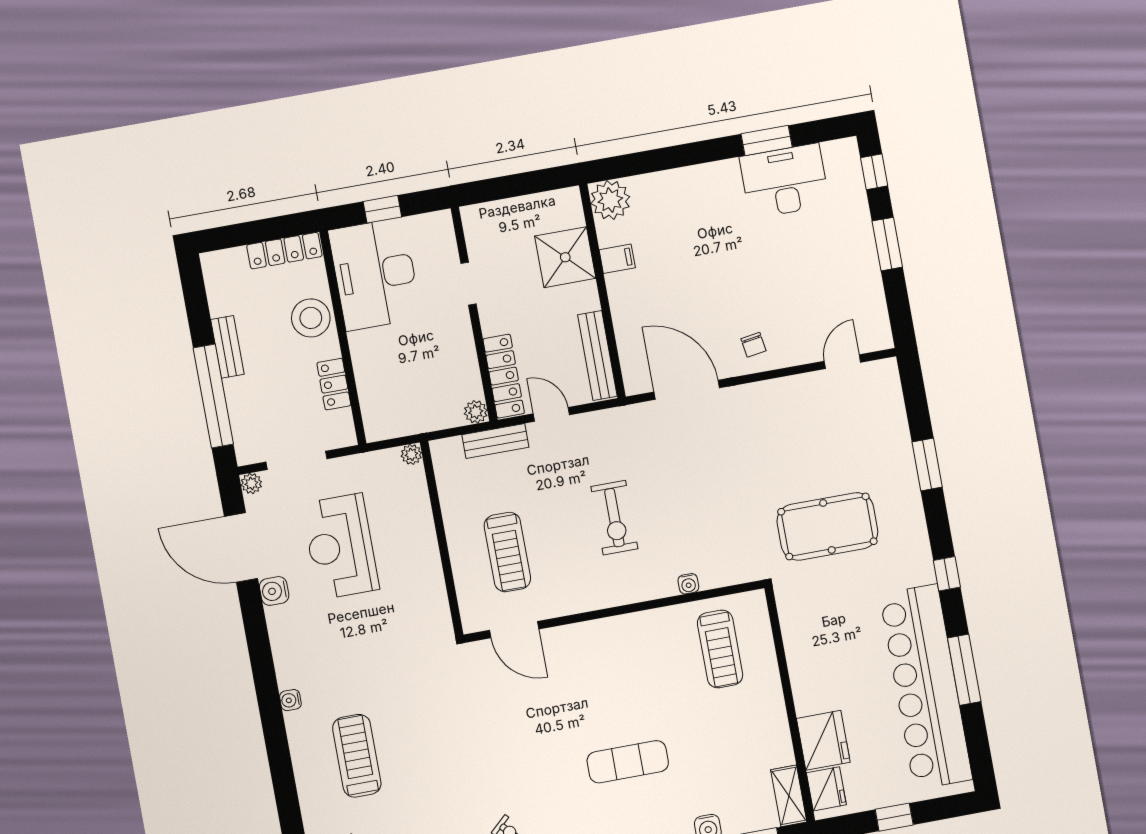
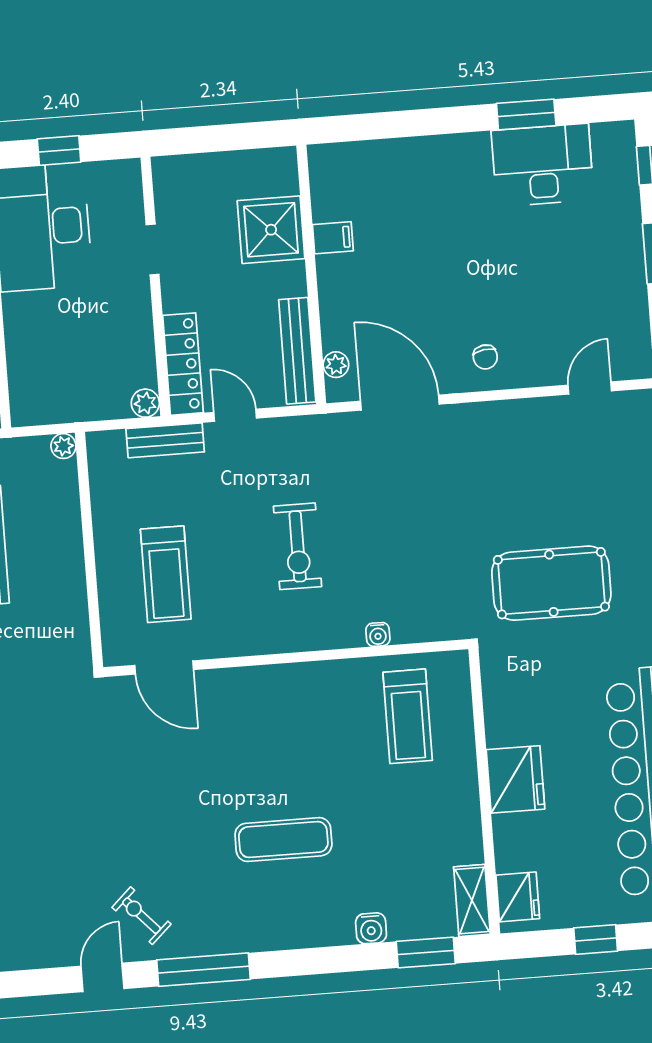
plant: (610, 200) -> (336, 365), moved, width x0.53, depth x0.53
fridge: (823, 740) -> (515, 779), moved

